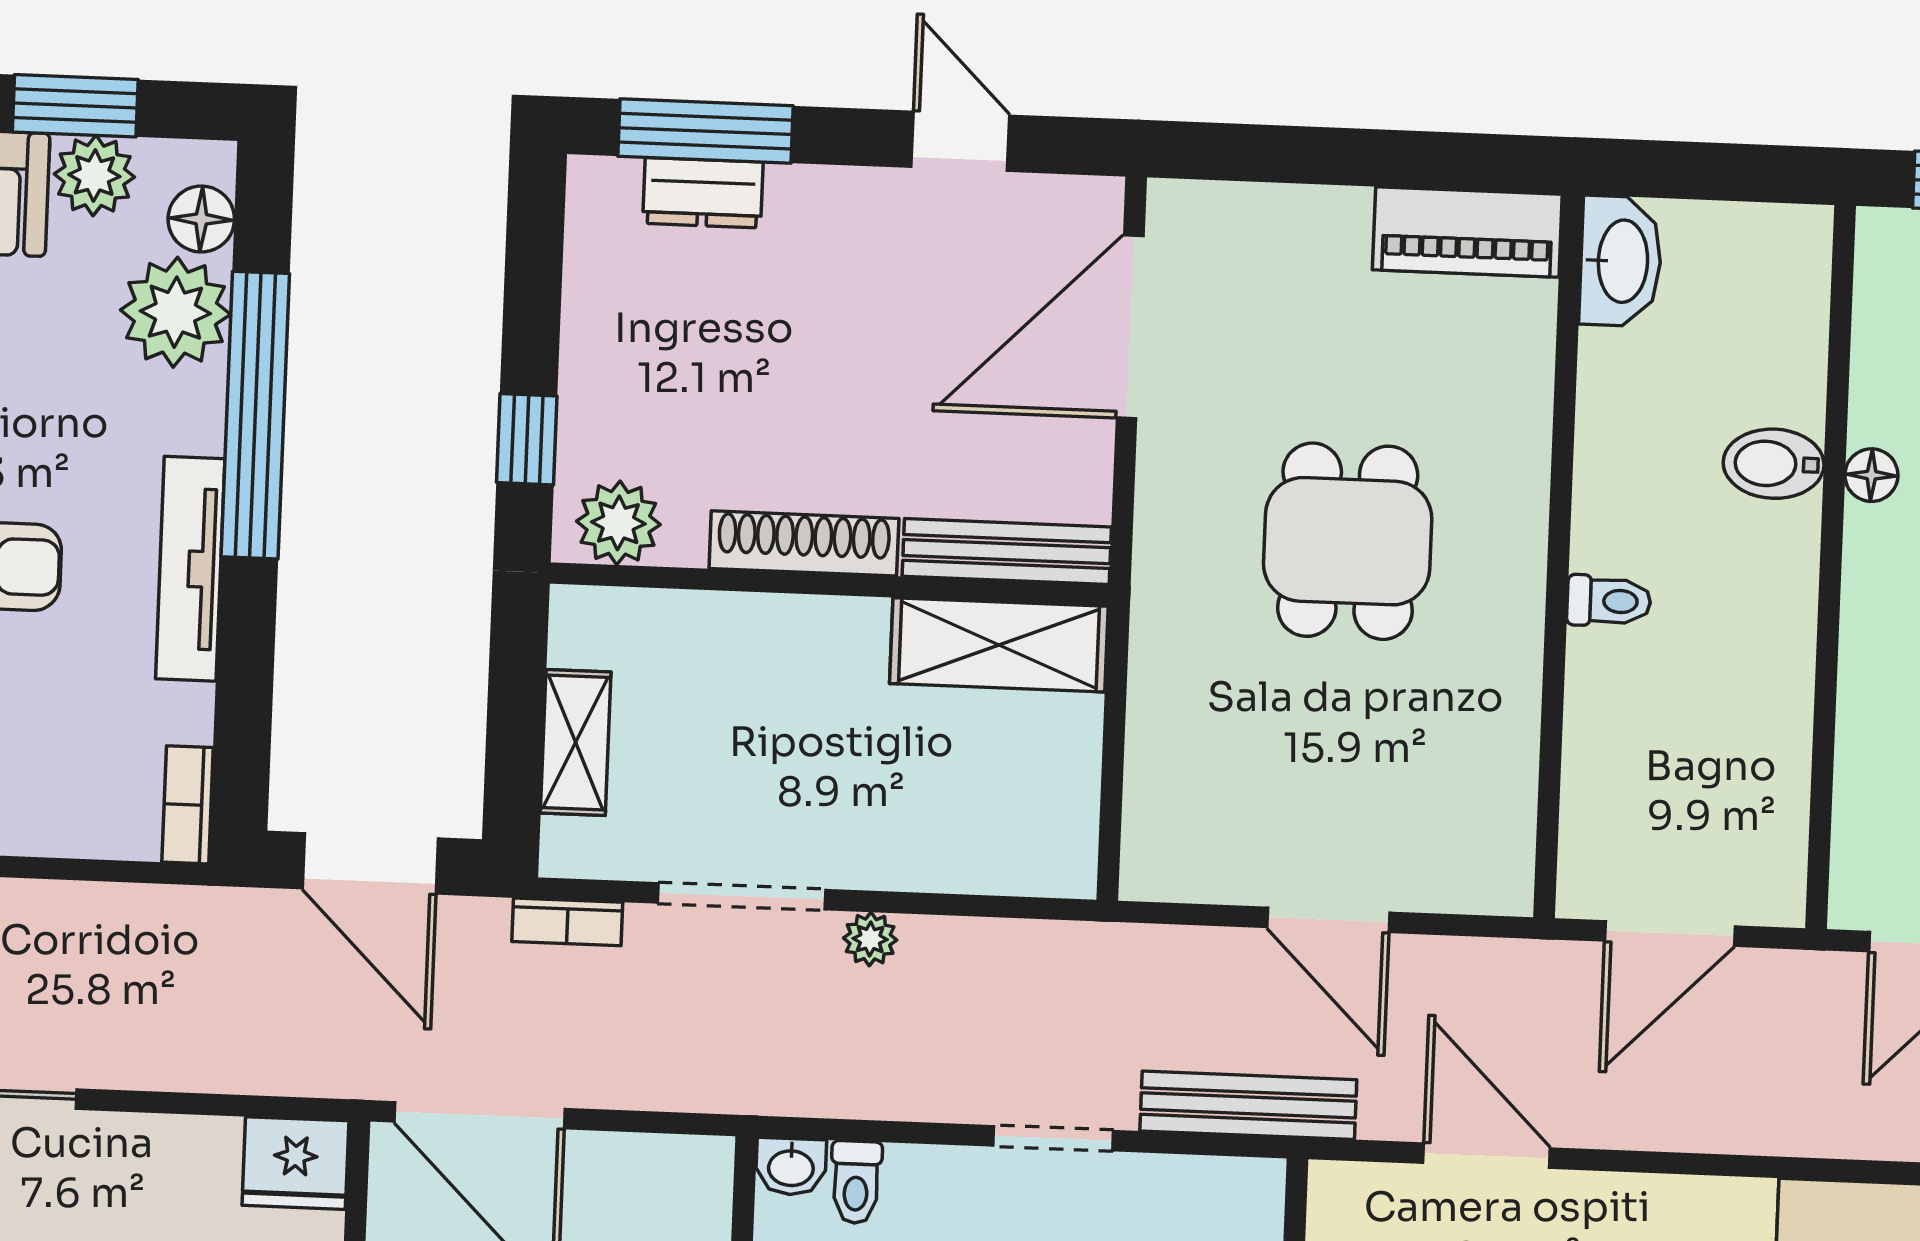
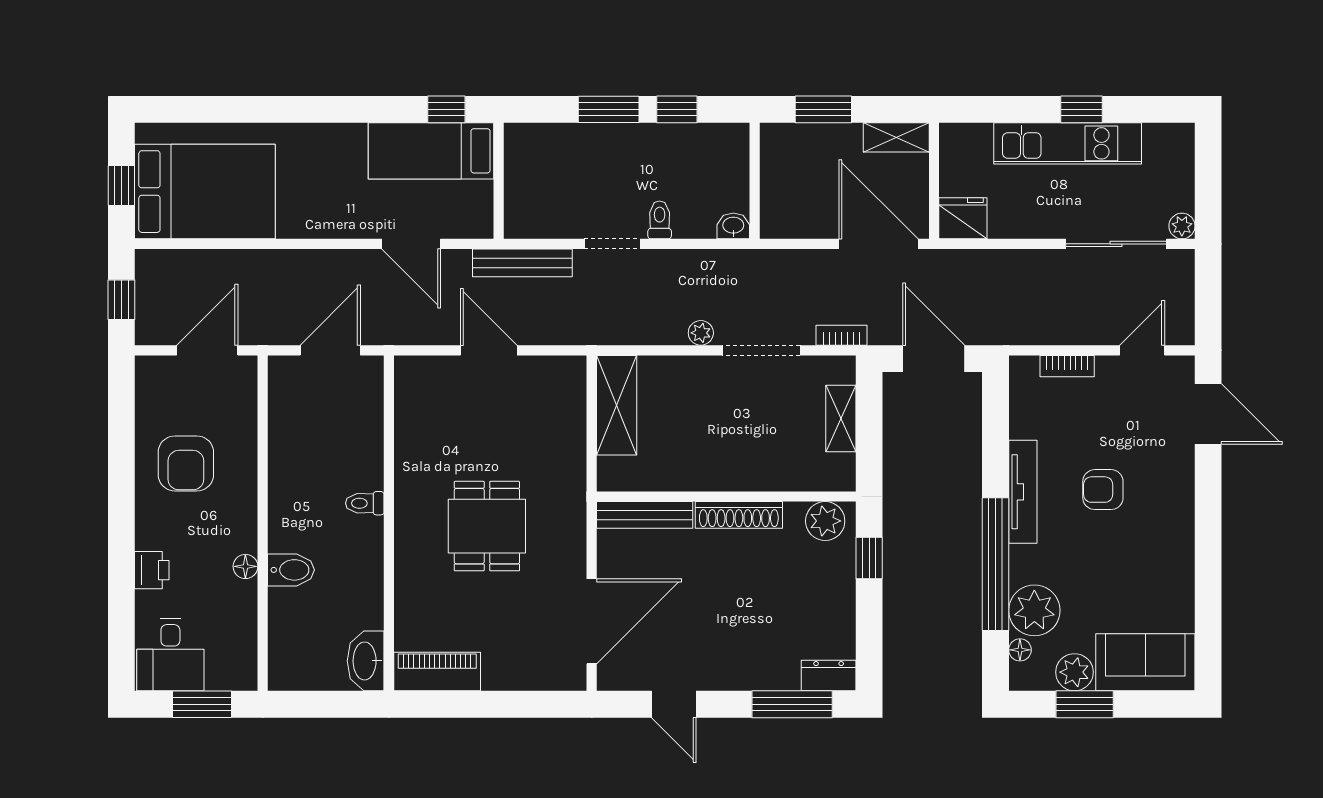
dresser: (703, 193) -> (829, 676), moved
floor lamp: (201, 219) -> (1020, 650), width x0.73, depth x0.73
shelving: (999, 645) -> (617, 405), moved, turned 90
bookcase: (188, 805) -> (1067, 366), moved, turned 90
toilet: (856, 1182) -> (660, 220), moved

